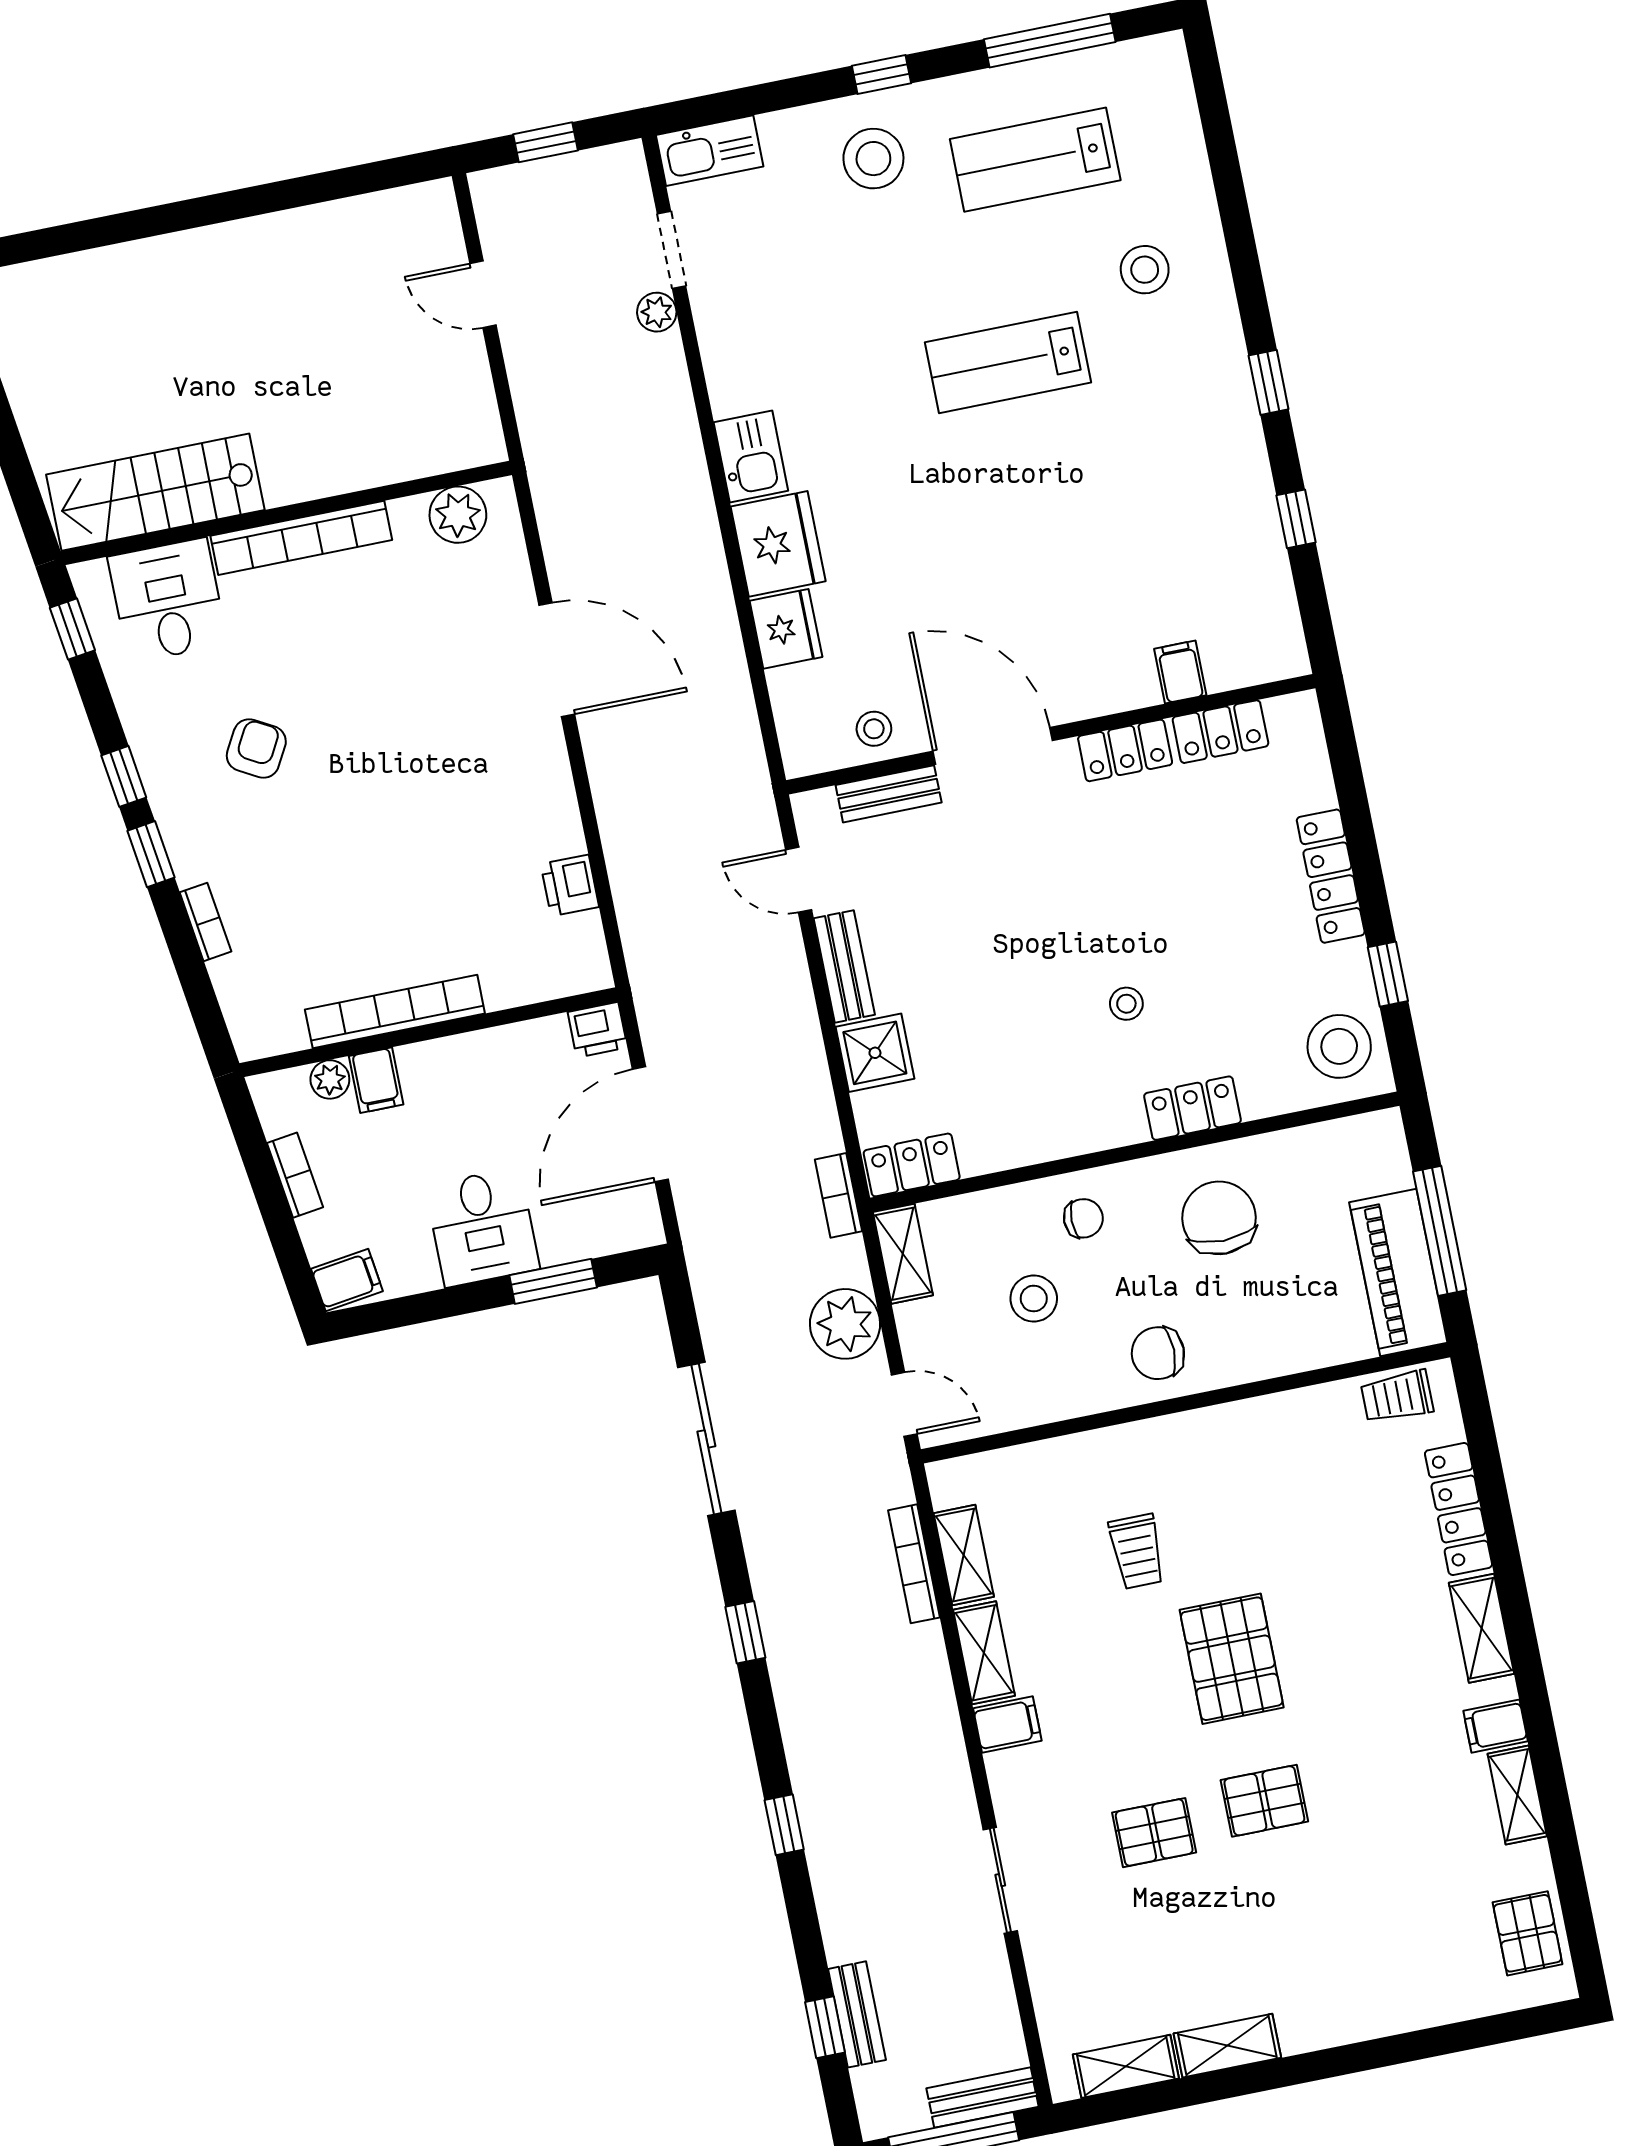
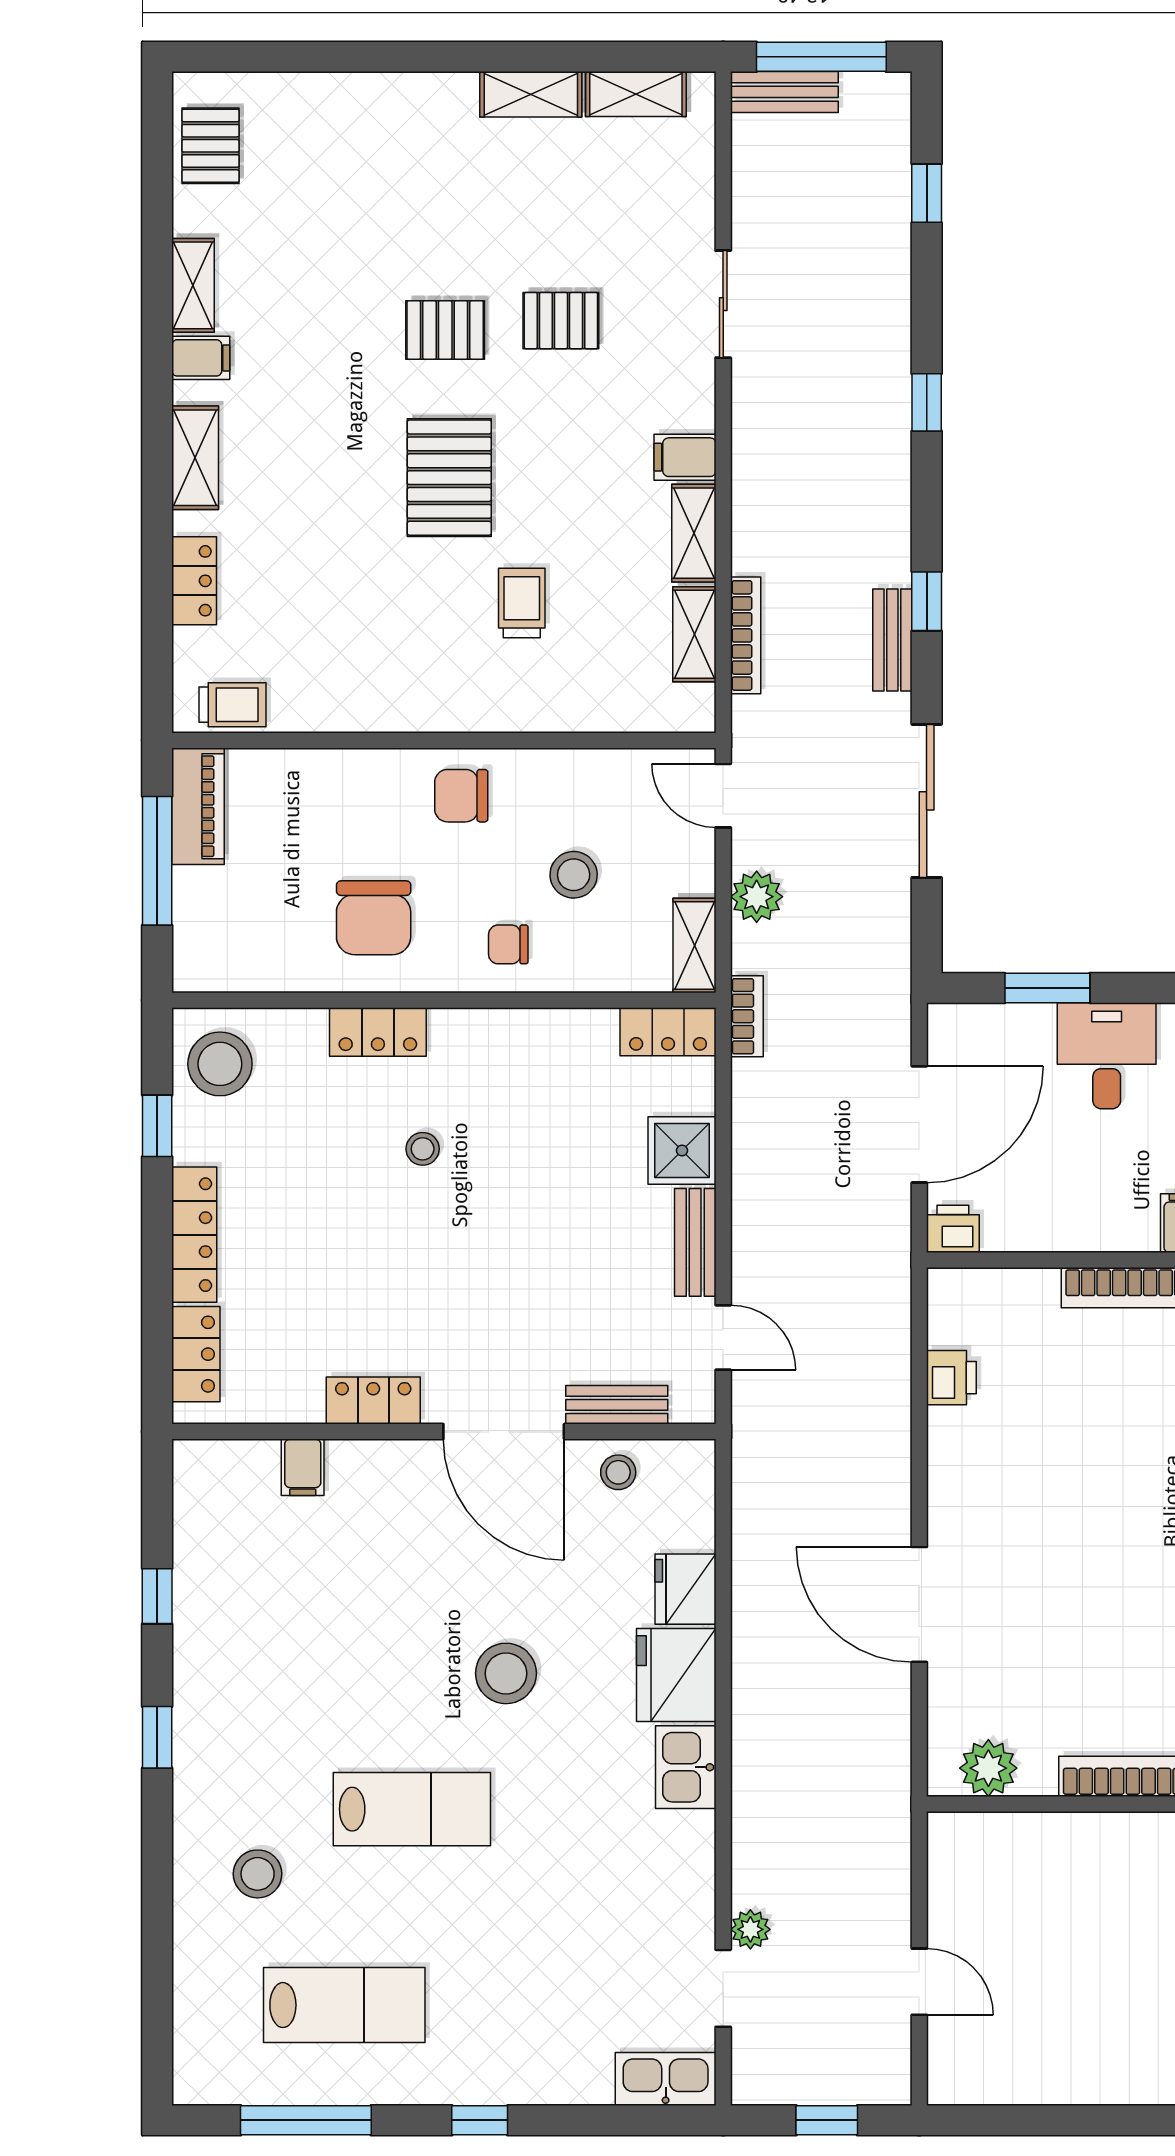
stool: (873, 159) -> (506, 1673), moved
locker: (1220, 732) -> (196, 1354), moved, turned 90
piano: (1398, 1273) -> (198, 806), width x0.73, depth x0.75
plant: (845, 1324) -> (757, 897), width x0.73, depth x0.73
chair: (1158, 1353) -> (461, 796), turned 180
locker: (1458, 1509) -> (194, 581), width x0.66
bench: (857, 2014) -> (892, 640), moved

